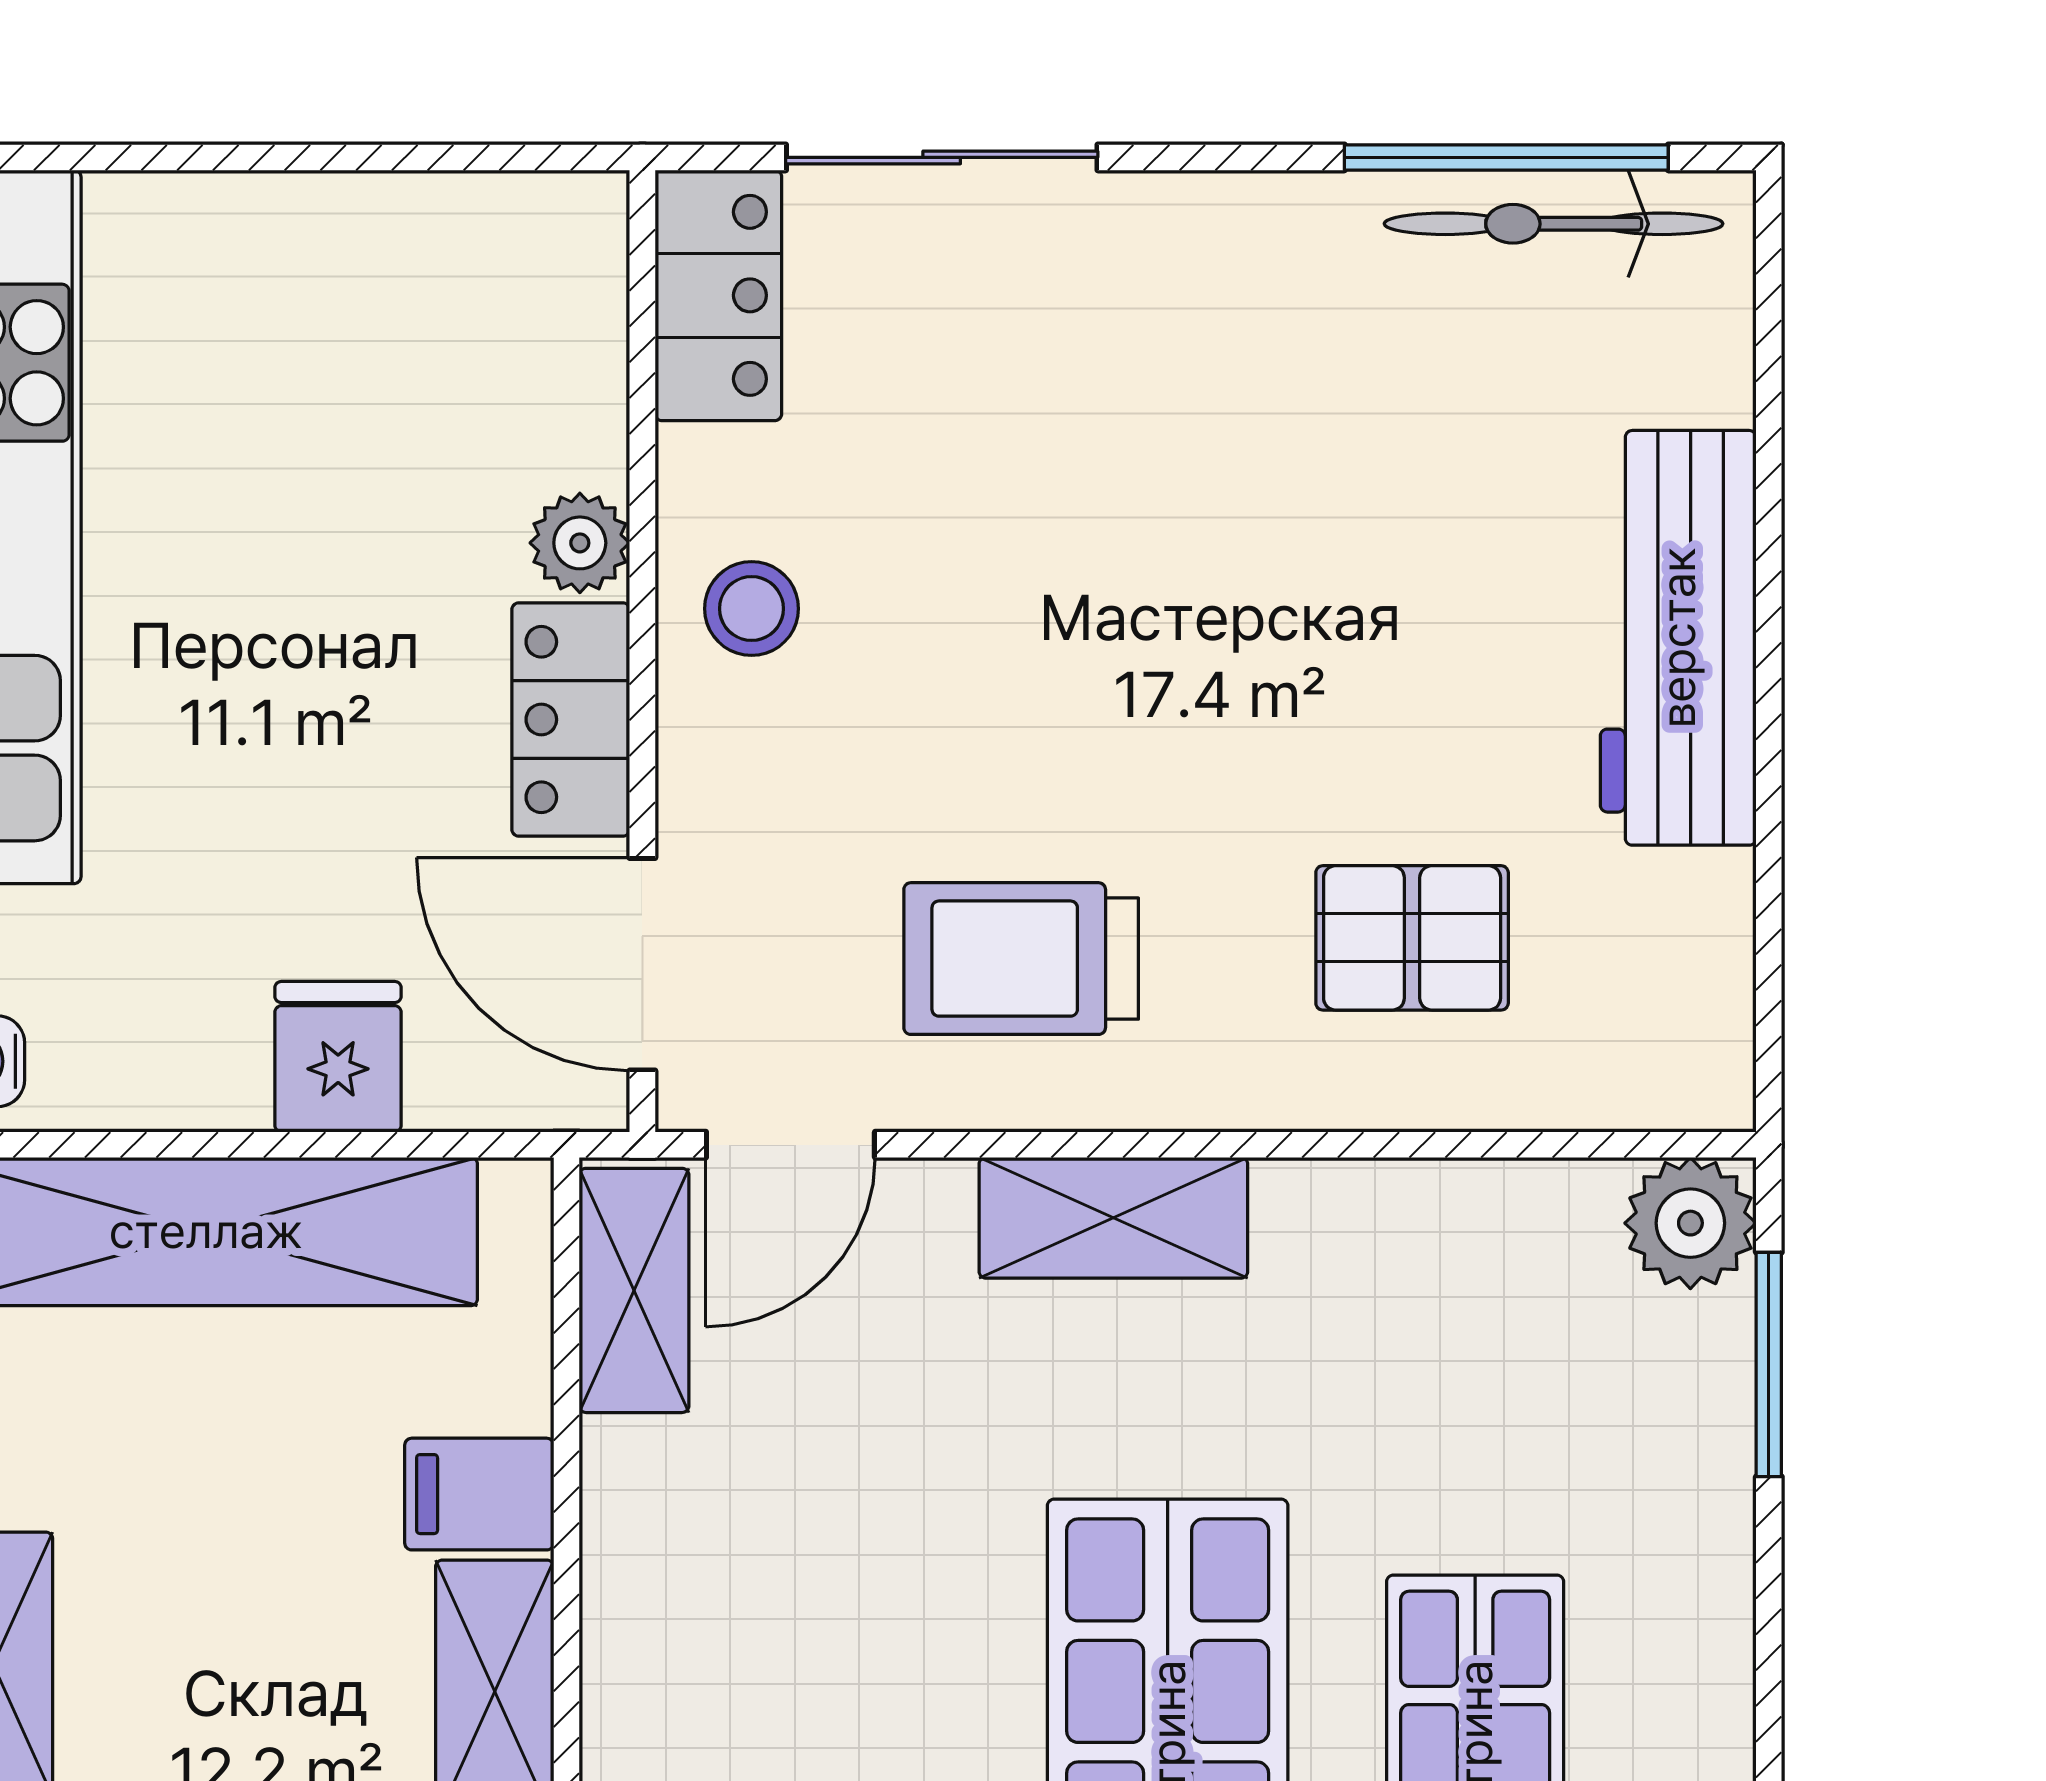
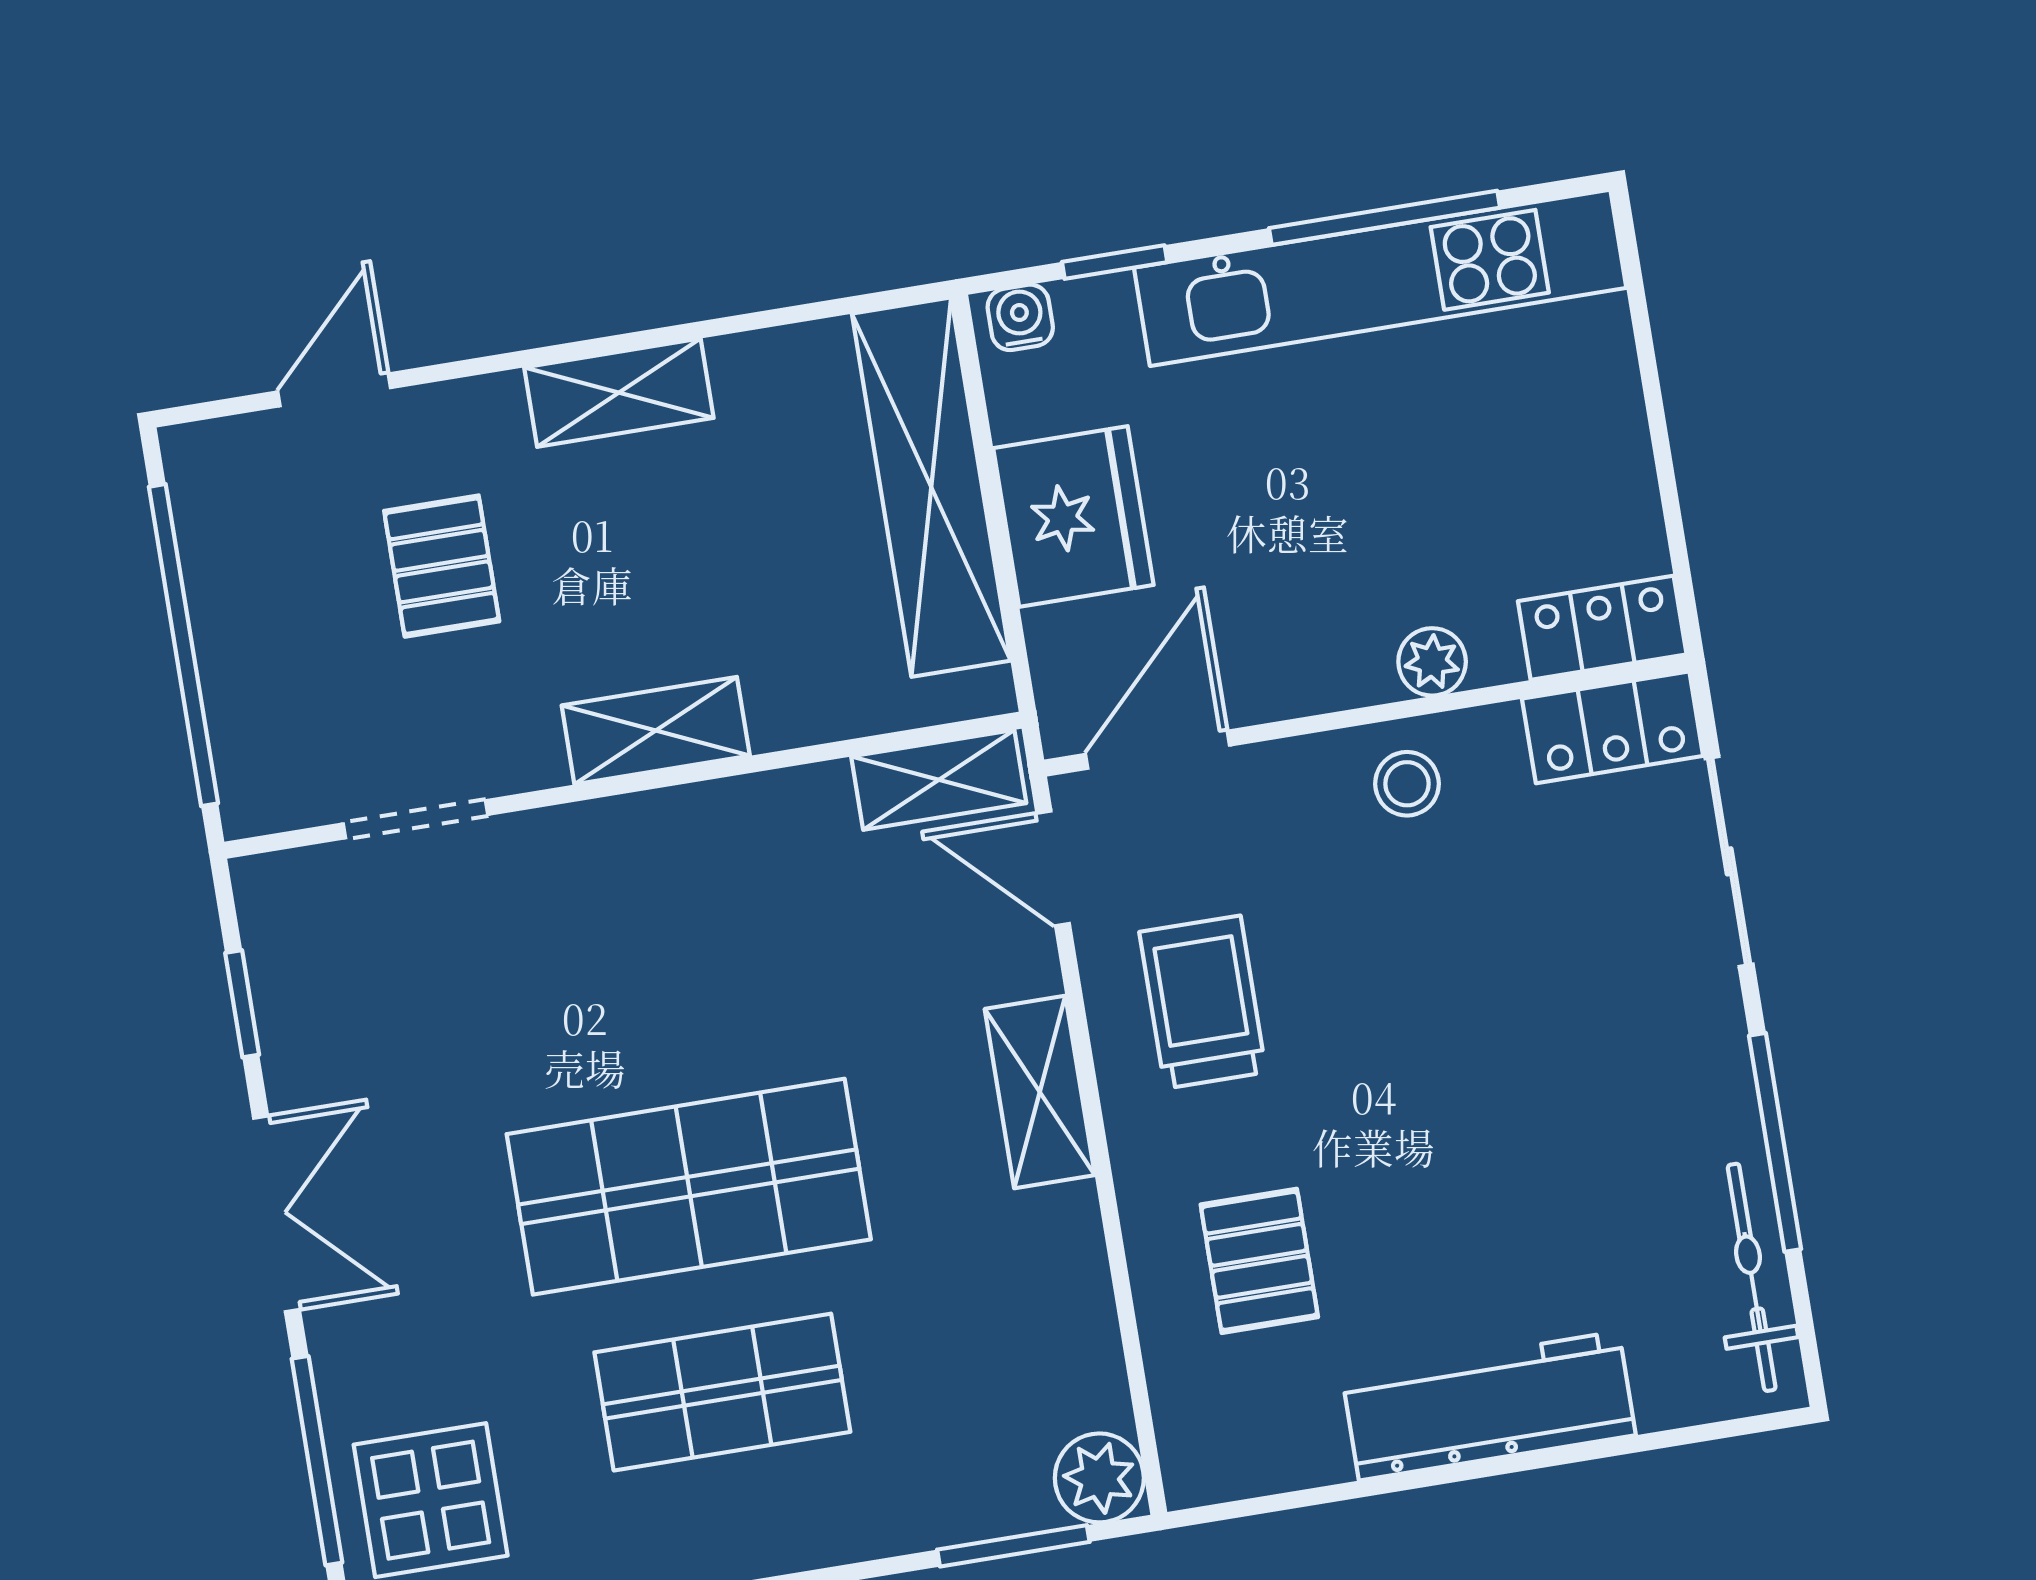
window: (1506, 157) -> (1775, 1142), moved
locker: (571, 720) -> (1602, 628), moved
fridge: (338, 1057) -> (1073, 517), width x1.88, depth x1.34
filing cabinet: (479, 1494) -> (786, 699), removed

